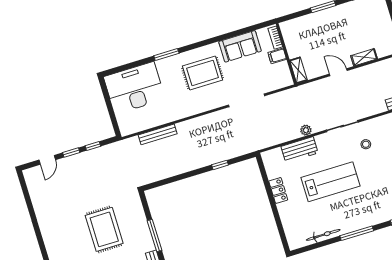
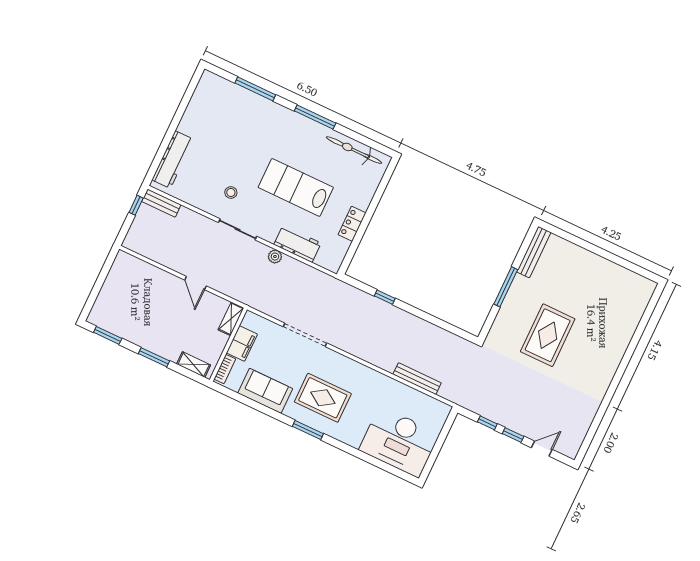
window: (166, 55) -> (308, 430), moved
filing cabinet: (277, 56) -> (242, 344), width x2.00
shelving: (364, 57) -> (194, 365), moved
bicycle: (323, 235) -> (354, 150), width x1.37, depth x1.40

